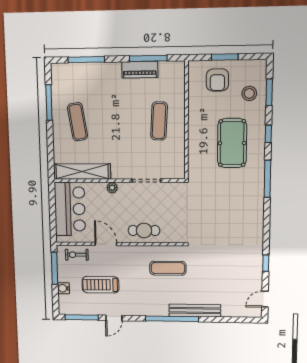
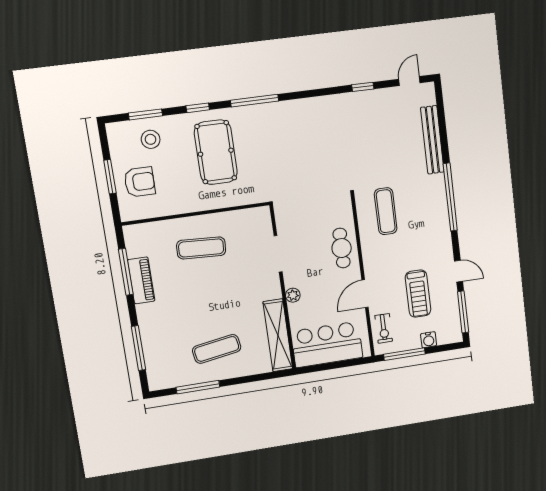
pool table: (232, 143) -> (216, 152), turned 90
door: (265, 299) -> (409, 81), swing flipped
bench: (195, 310) -> (432, 140), moved

